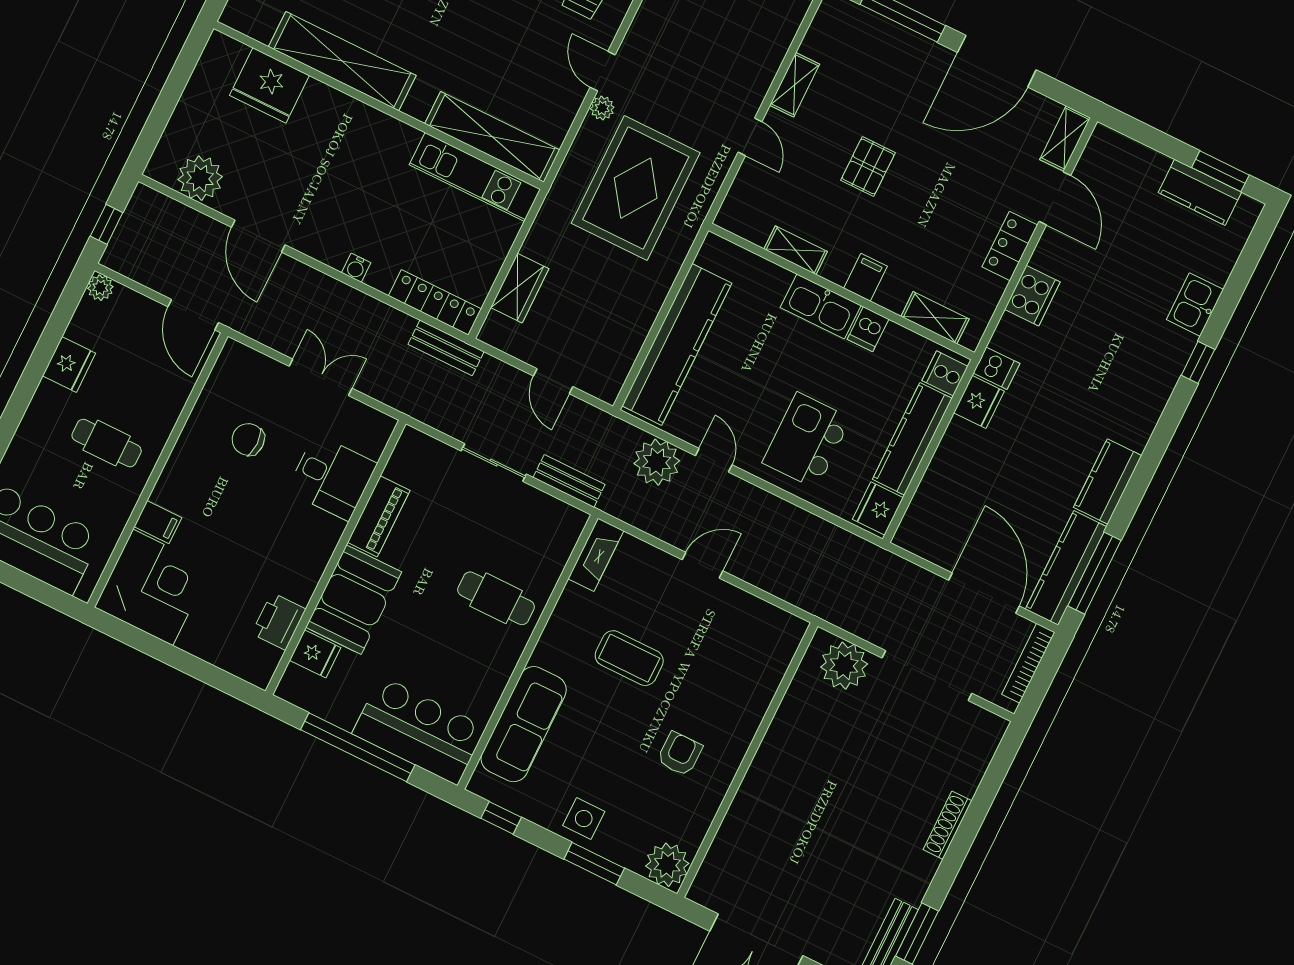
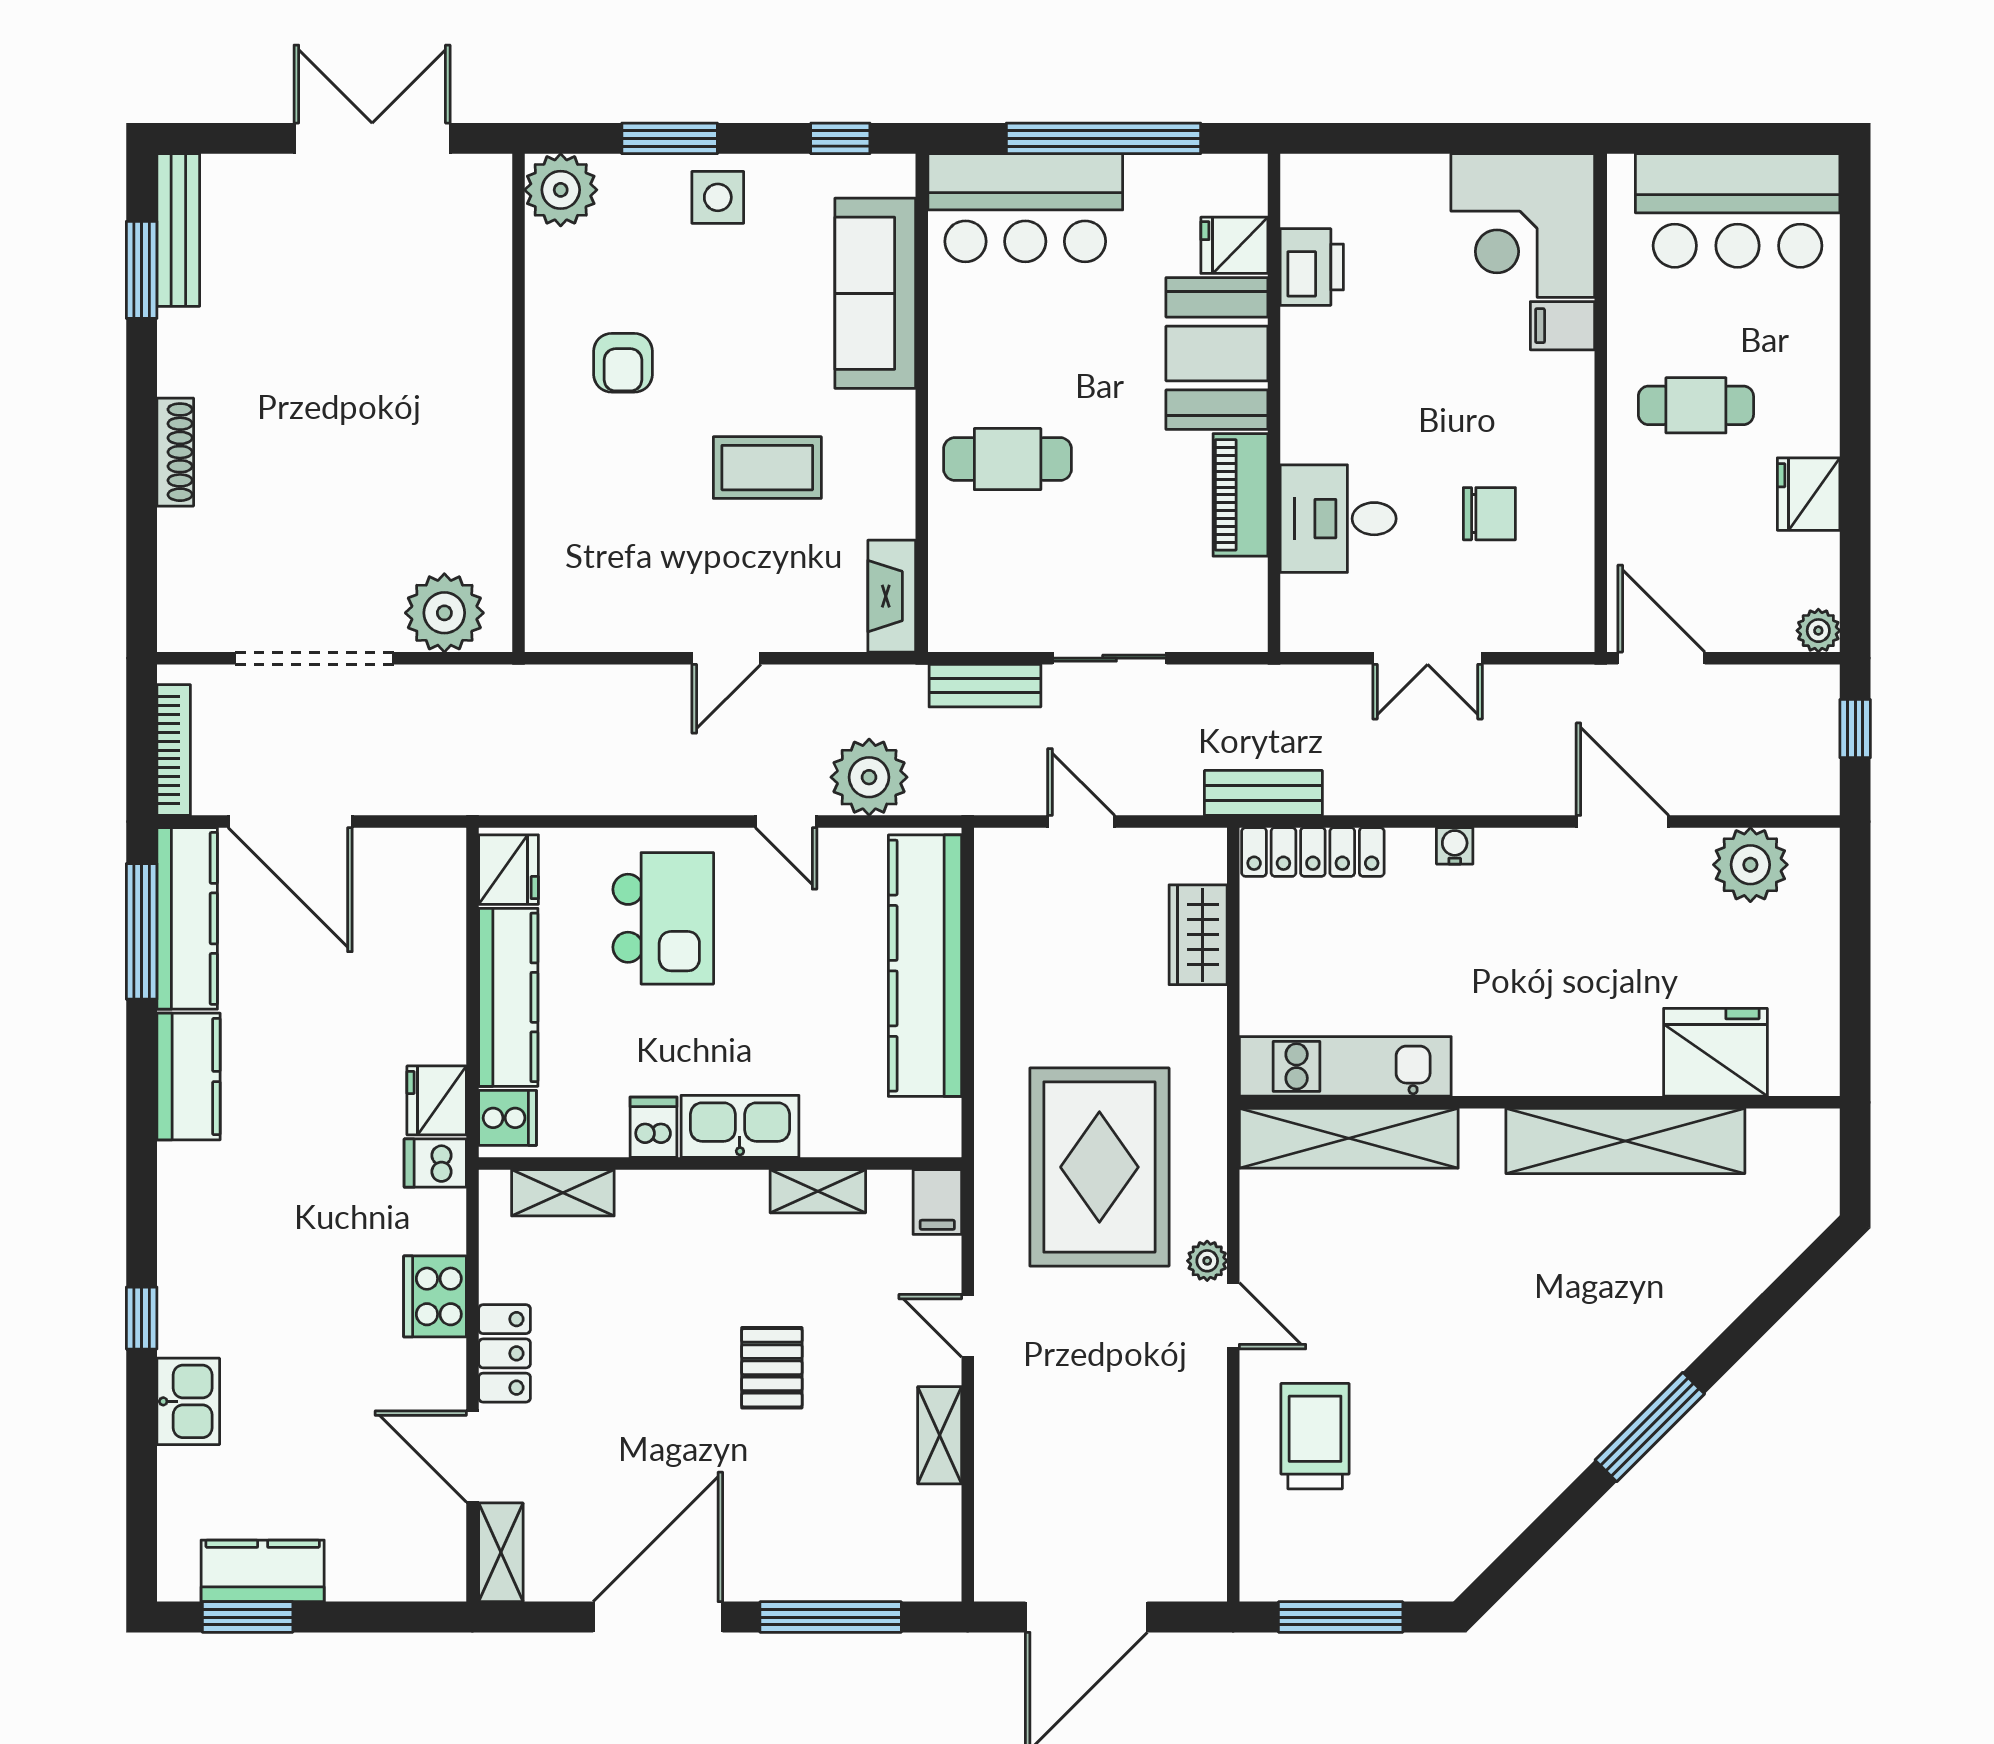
filing cabinet: (866, 277) -> (937, 1202), moved

